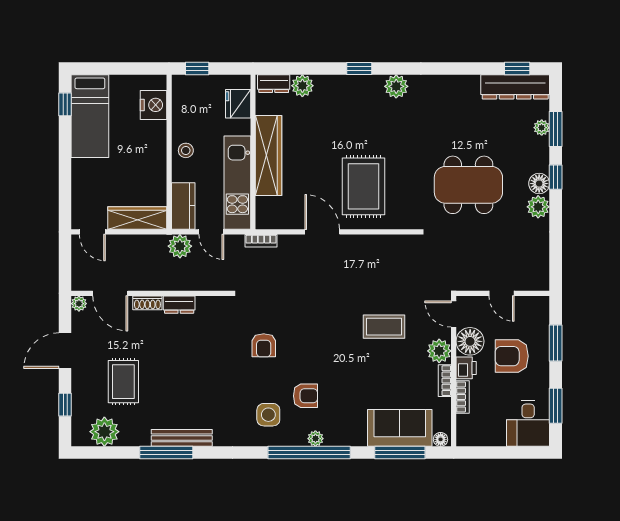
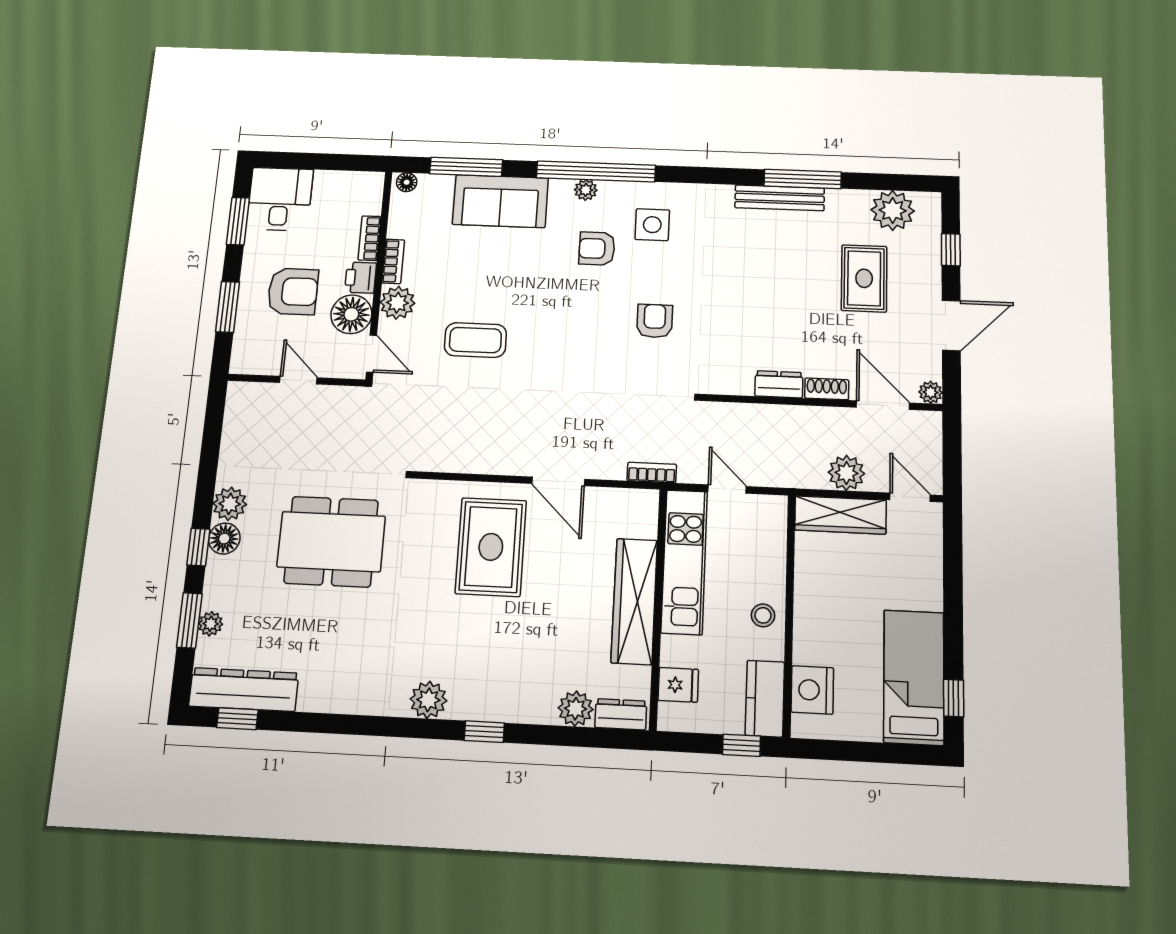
fridge: (238, 104) -> (678, 685), width x0.72
kitchen counter: (183, 206) -> (765, 699), moved
plant: (180, 246) -> (846, 473), moved
sofa: (400, 428) -> (500, 201), moved

